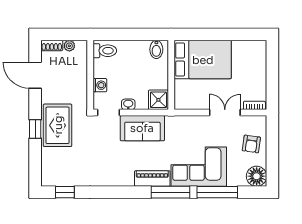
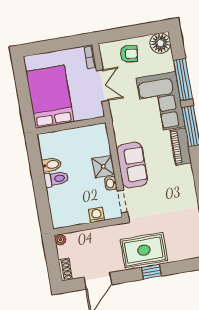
plant: (69, 46) -> (61, 240), moved
toilet: (105, 51) -> (56, 179), moved, turned 90
bed: (203, 60) -> (50, 97), moved
wall: (171, 75) -> (71, 125), moved
shower: (158, 100) -> (103, 166), moved
double door: (225, 113) -> (102, 86), swing flipped

